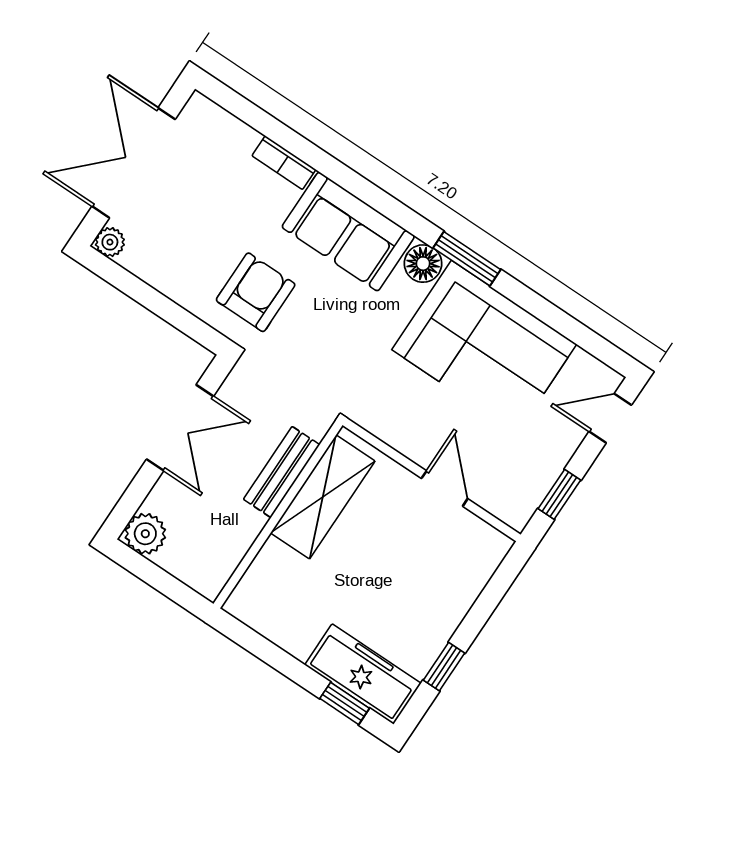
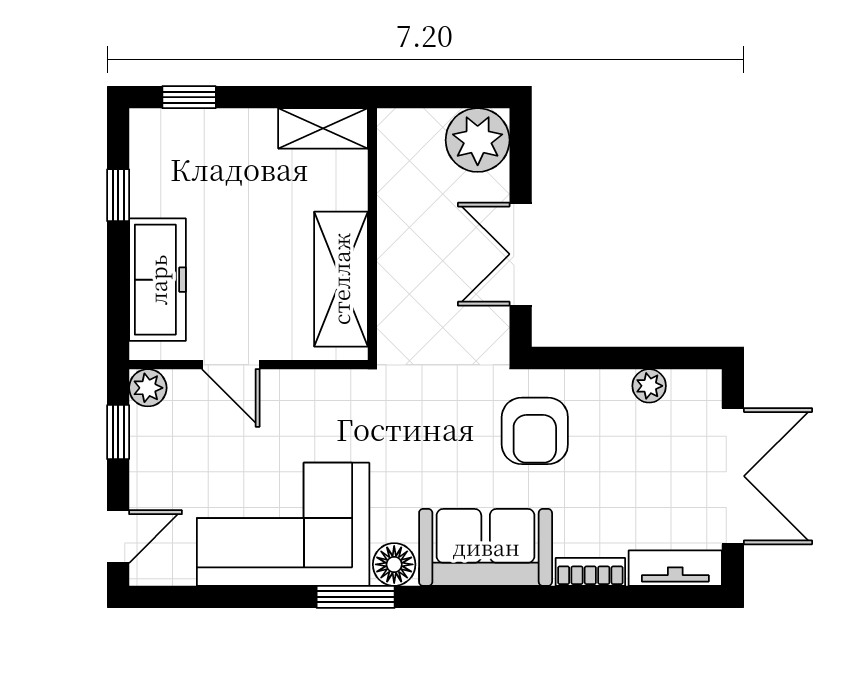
tv unit: (220, 124) -> (675, 568), added
plant: (110, 242) -> (649, 386), moved
bench: (282, 472) -> (396, 277), removed
plant: (516, 512) -> (148, 388), added
plant: (145, 534) -> (478, 140), width x1.36, depth x1.36
shelving: (262, 615) -> (323, 128), added
freezer: (363, 674) -> (158, 280), moved, turned -90

